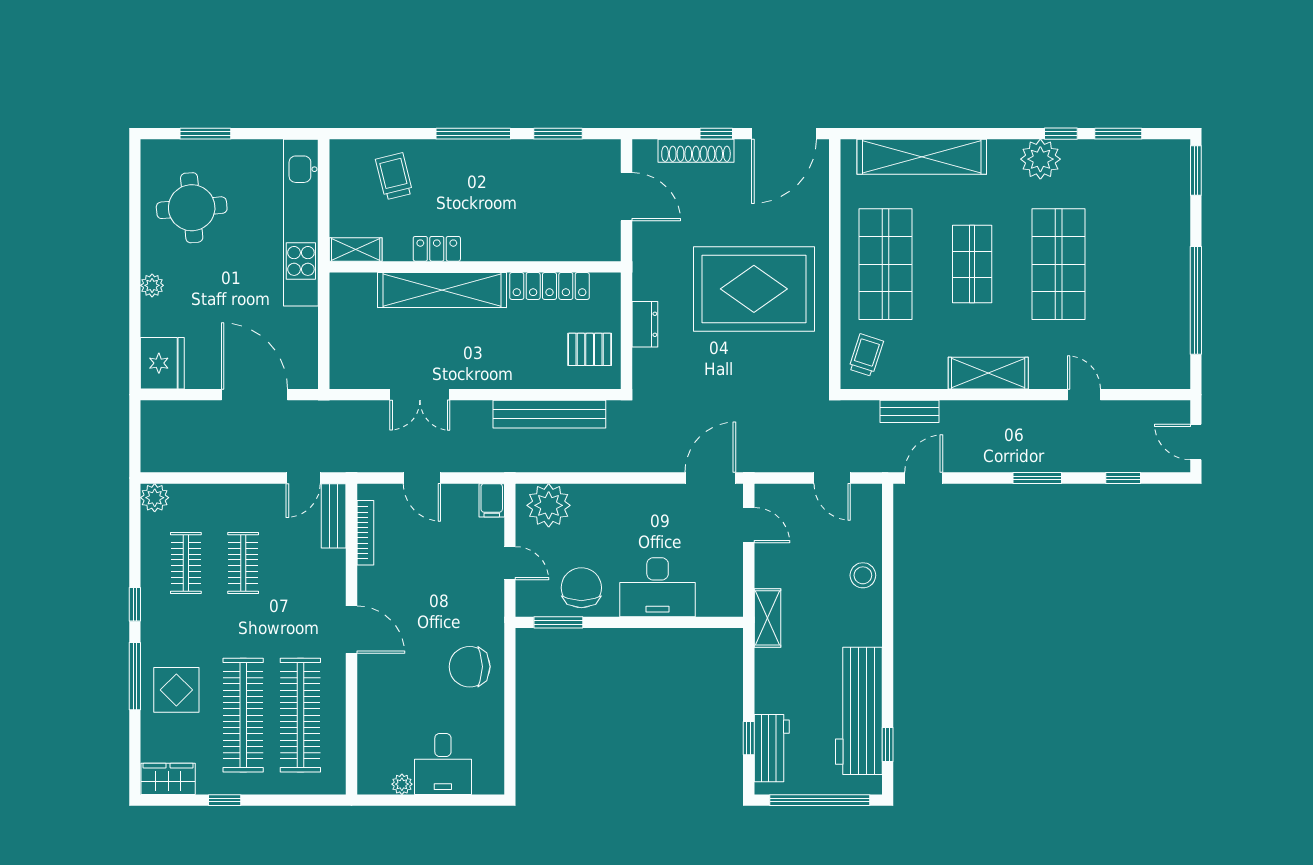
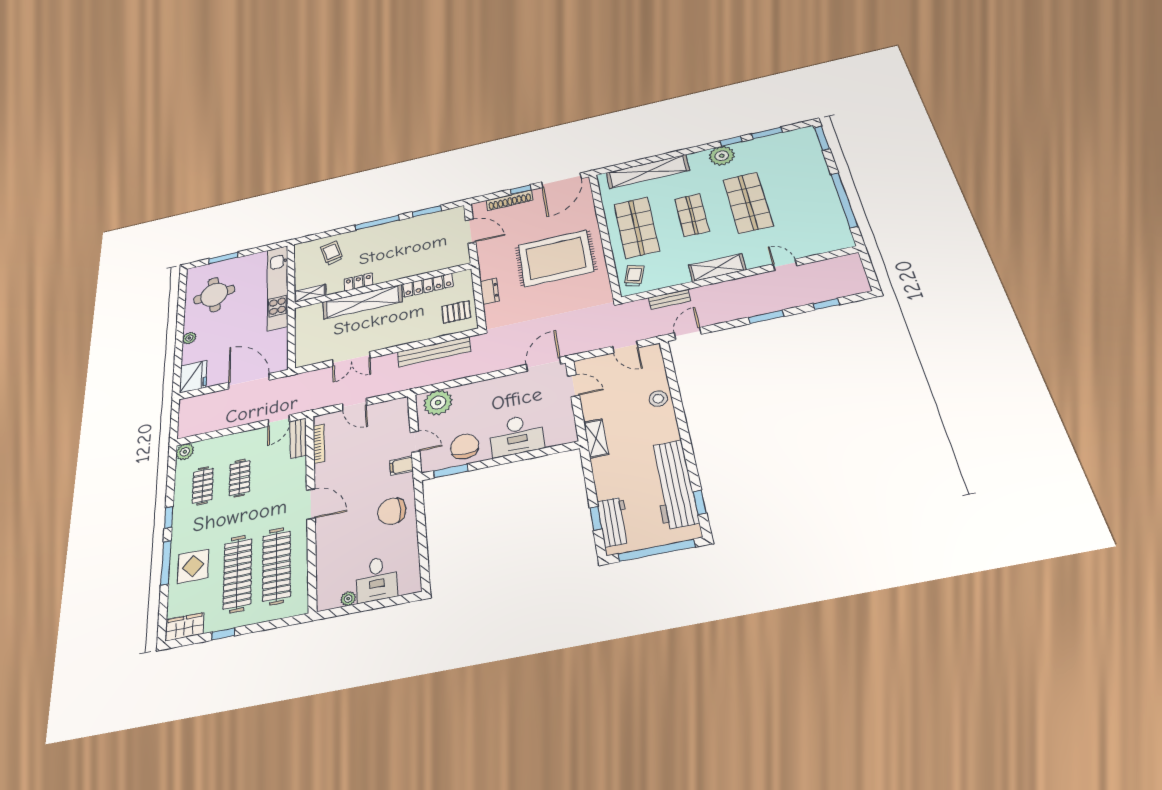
door: (1196, 442) -> (871, 273), removed
filing cabinet: (492, 500) -> (401, 466), moved, turned 90

